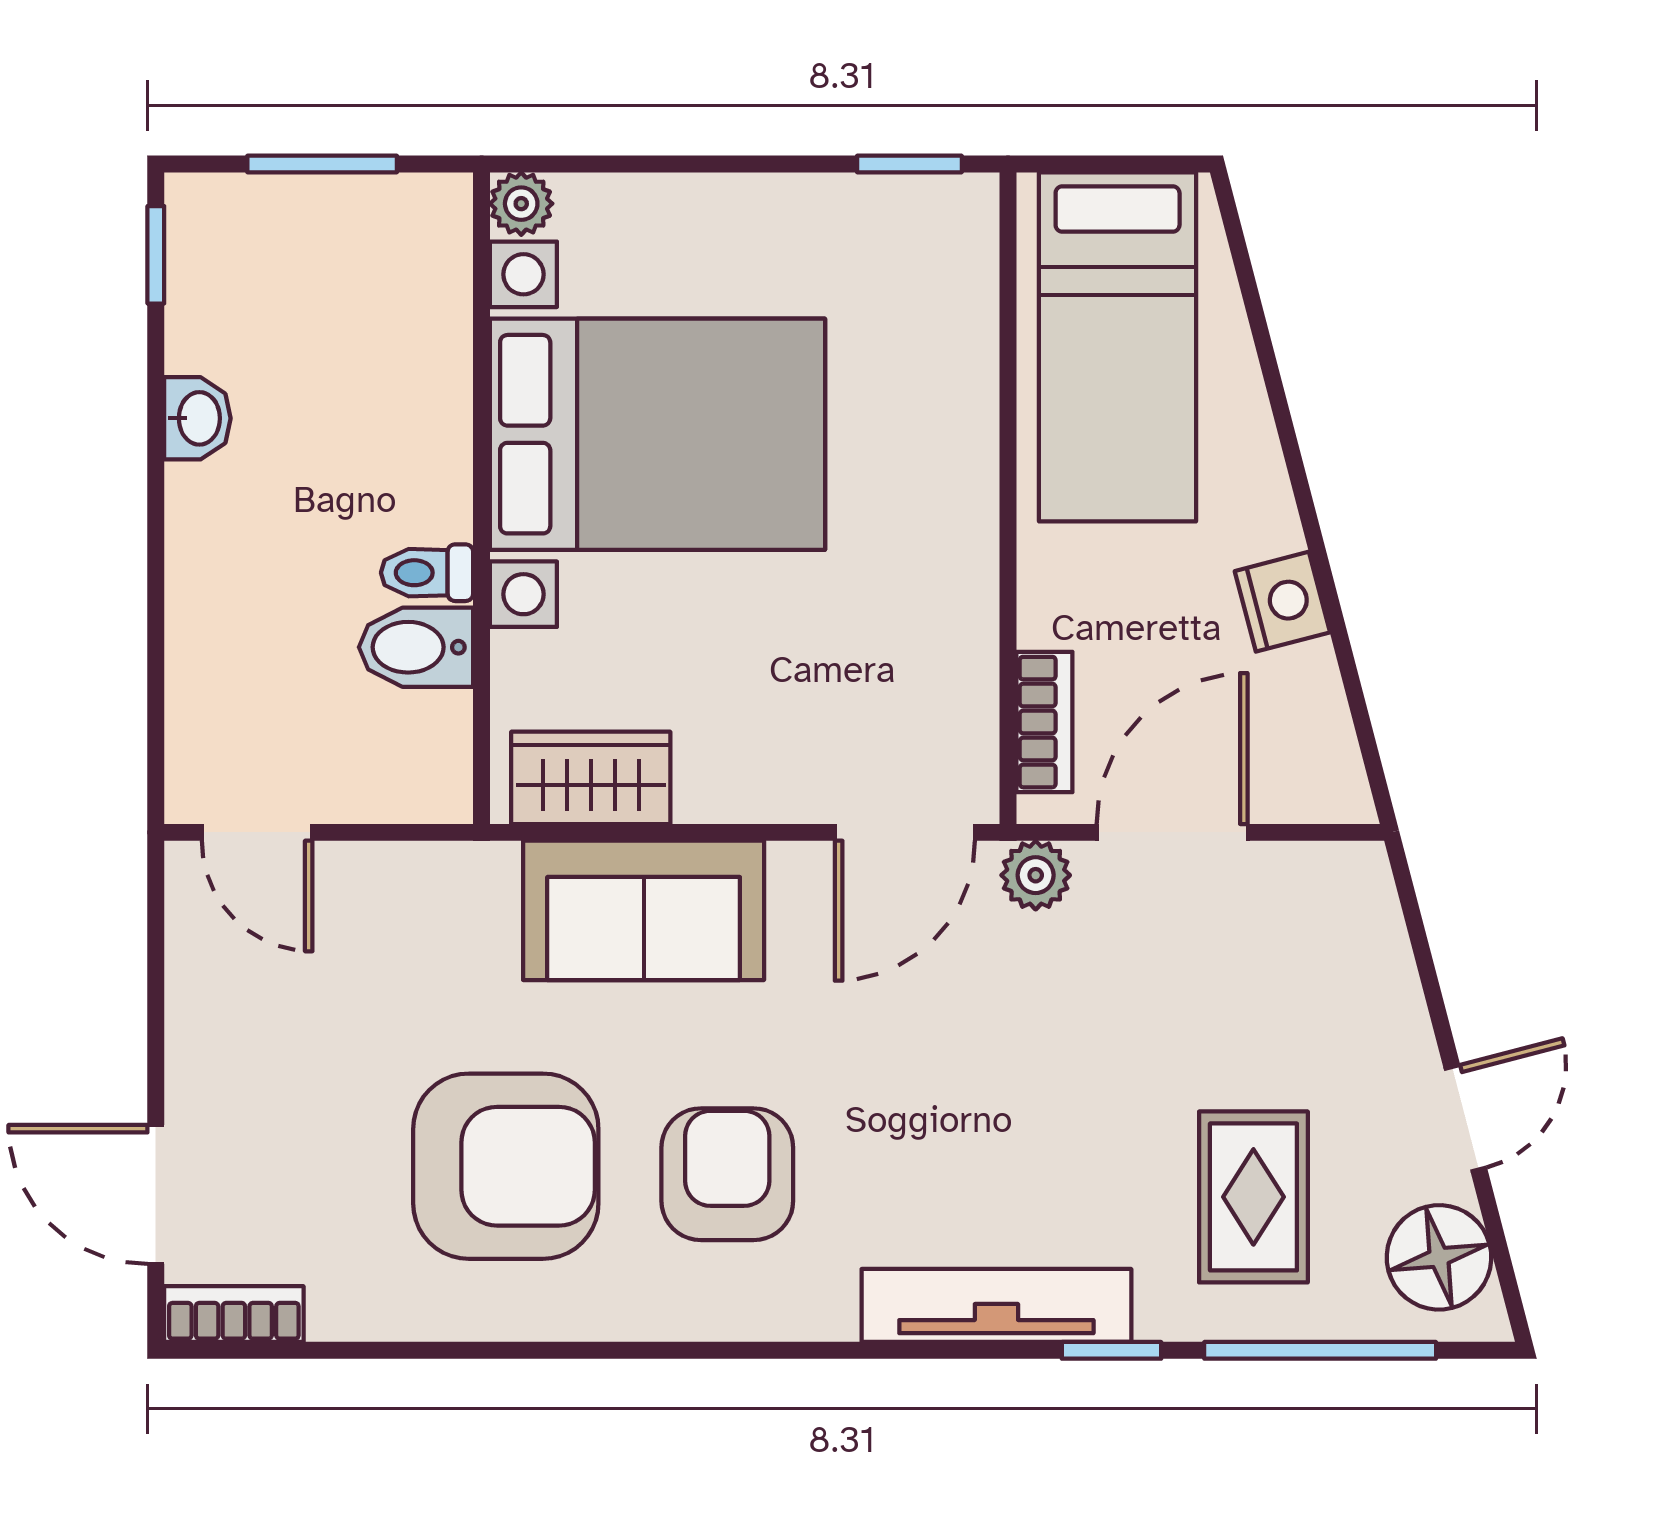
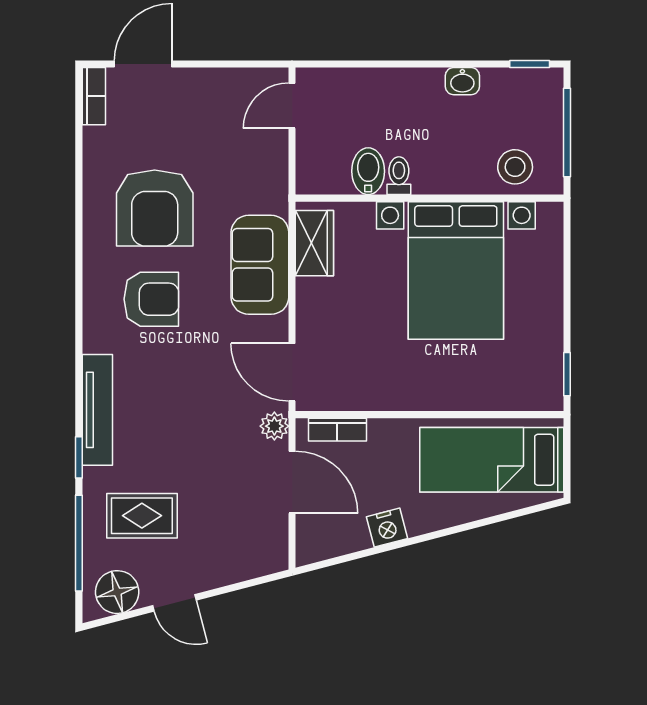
window: (322, 164) -> (567, 132), width x1.44
plant: (521, 204) -> (551, 214), removed
stool: (406, 290) -> (515, 167), added

